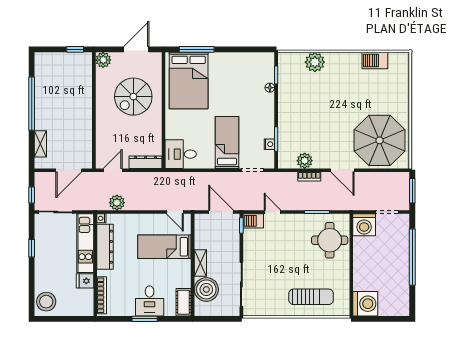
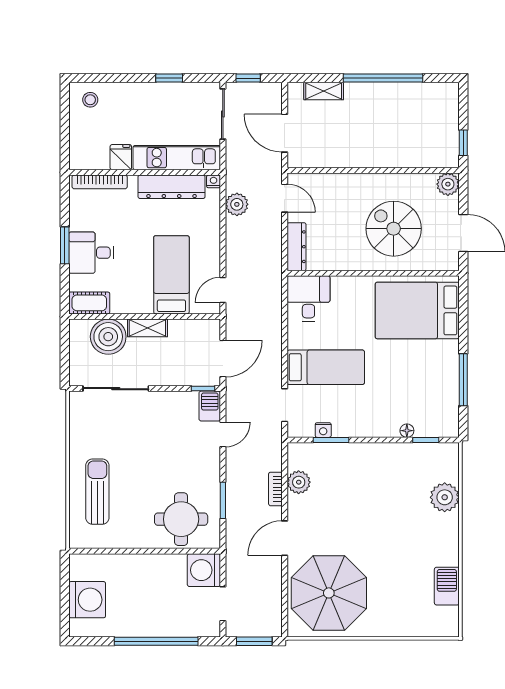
window: (197, 49) -> (463, 380), moved
sun lounger: (311, 297) -> (97, 492), turned 180
stool: (46, 302) -> (90, 100), width x0.53, depth x0.53
washing machine: (365, 304) -> (87, 600), moved, turned -90

